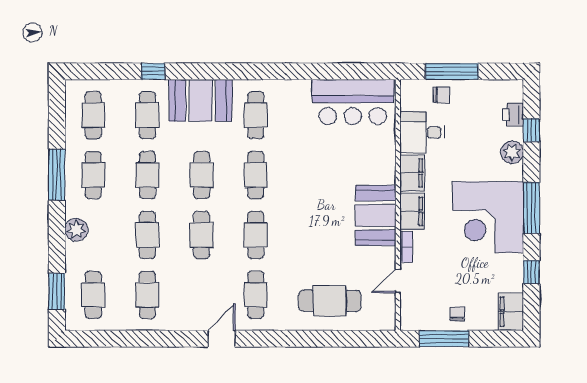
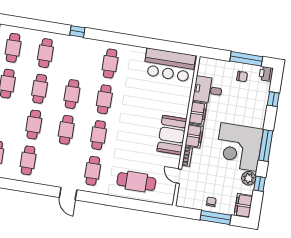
window: (153, 71) -> (77, 31), moved
window: (452, 71) -> (246, 59), moved
chair: (441, 95) -> (242, 76), moved
booth: (201, 100) -> (79, 49), removed
printer: (513, 115) -> (266, 74), moved
plant: (512, 152) -> (249, 178), moved
door: (398, 281) -> (179, 176), hinge flipped
door: (222, 339) -> (68, 194), swing flipped
window: (444, 339) -> (216, 218), moved

